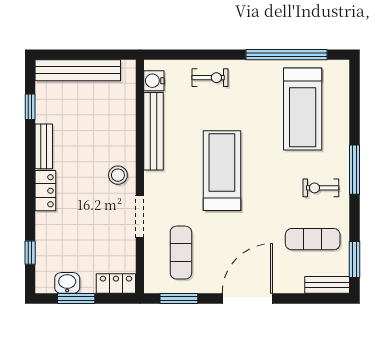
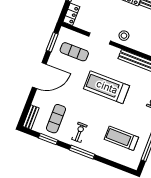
treadmill: (303, 109) -> (121, 138), width x0.73, depth x0.73
treadmill: (222, 171) -> (107, 87), turned 180
window: (354, 260) -> (48, 139), moved
door: (247, 298) -> (39, 76), hinge flipped

